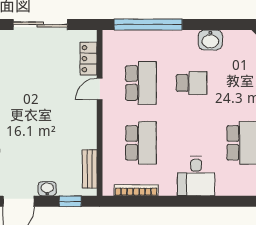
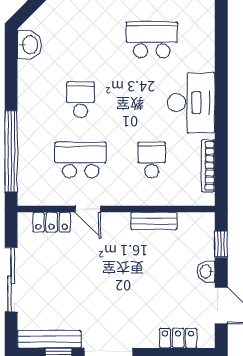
washbasin: (210, 40) -> (29, 45), moved
school desk: (141, 143) -> (152, 160), width x0.54
bench: (90, 169) -> (154, 221), moved
desk: (196, 176) -> (191, 103), width x1.37

